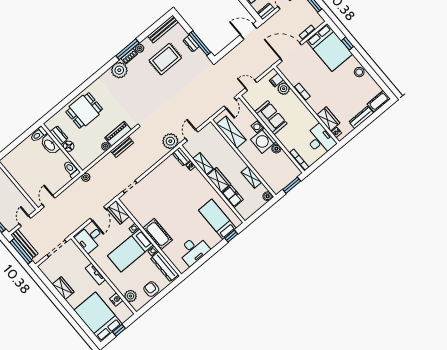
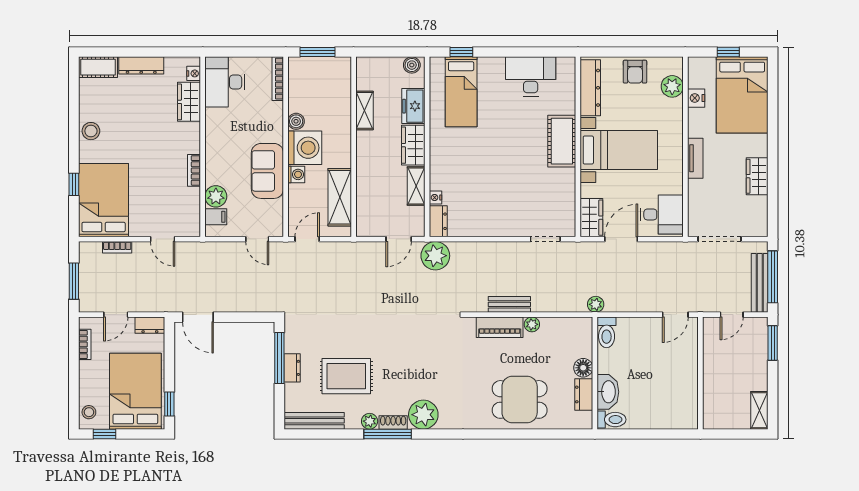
door: (291, 52) -> (163, 239), width x0.53
boiler: (268, 196) -> (412, 65), moved

